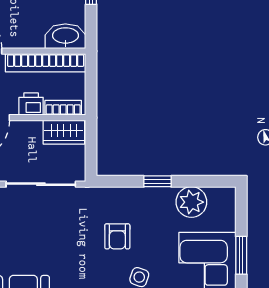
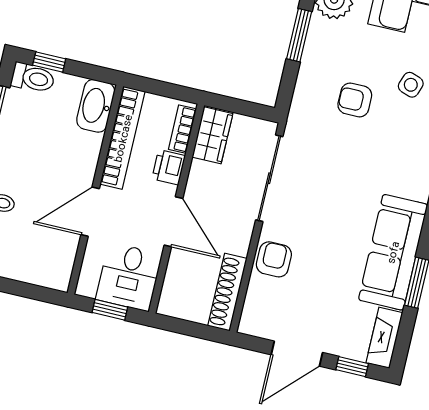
window: (157, 181) -> (299, 35), width x1.50
armchair: (117, 236) -> (355, 100), turned 180

